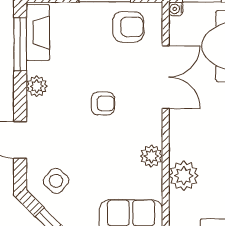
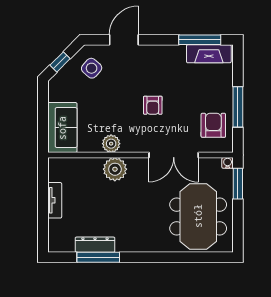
armchair: (128, 27) -> (213, 125), turned 180
plant: (37, 86) -> (166, 53), removed
plant: (184, 176) -> (115, 169), moved

